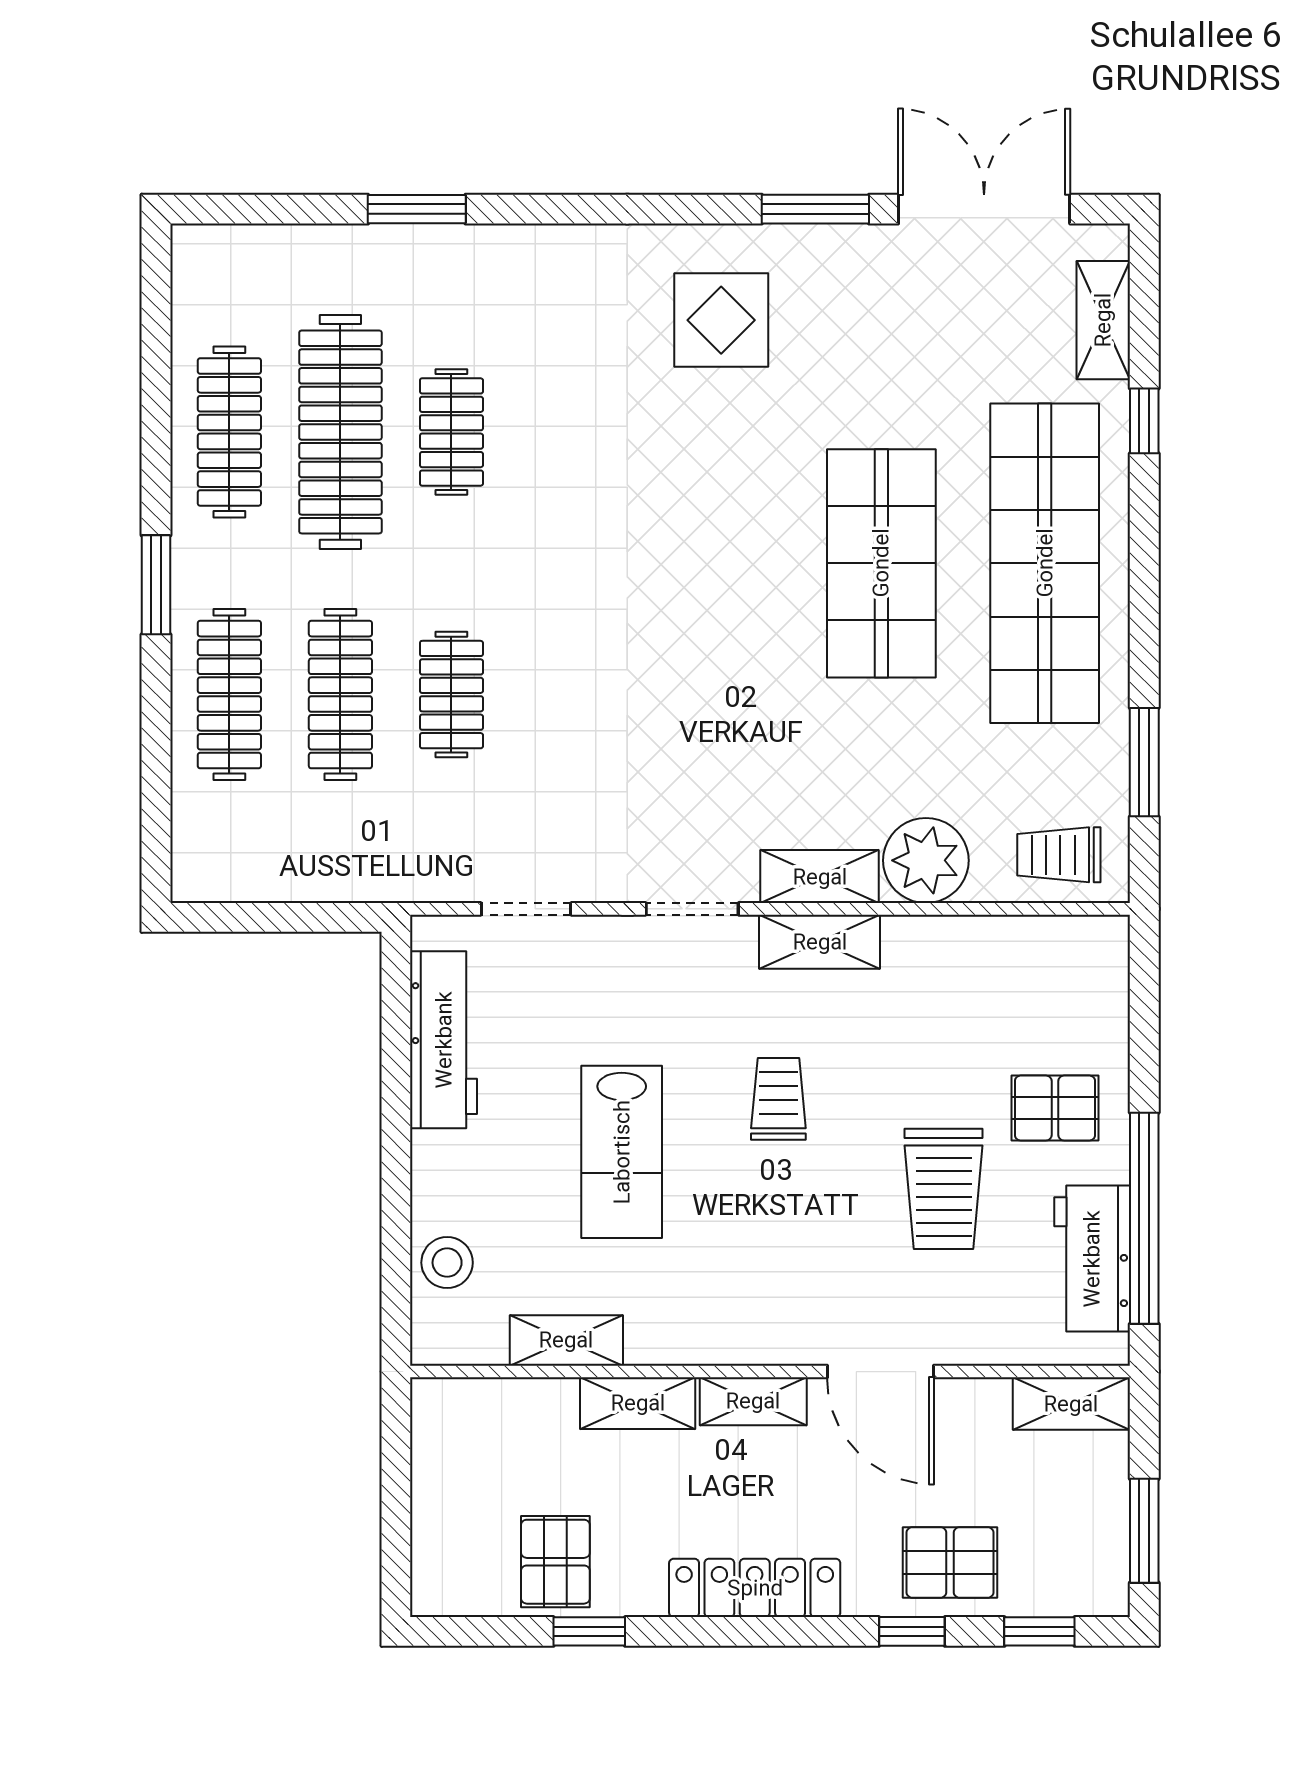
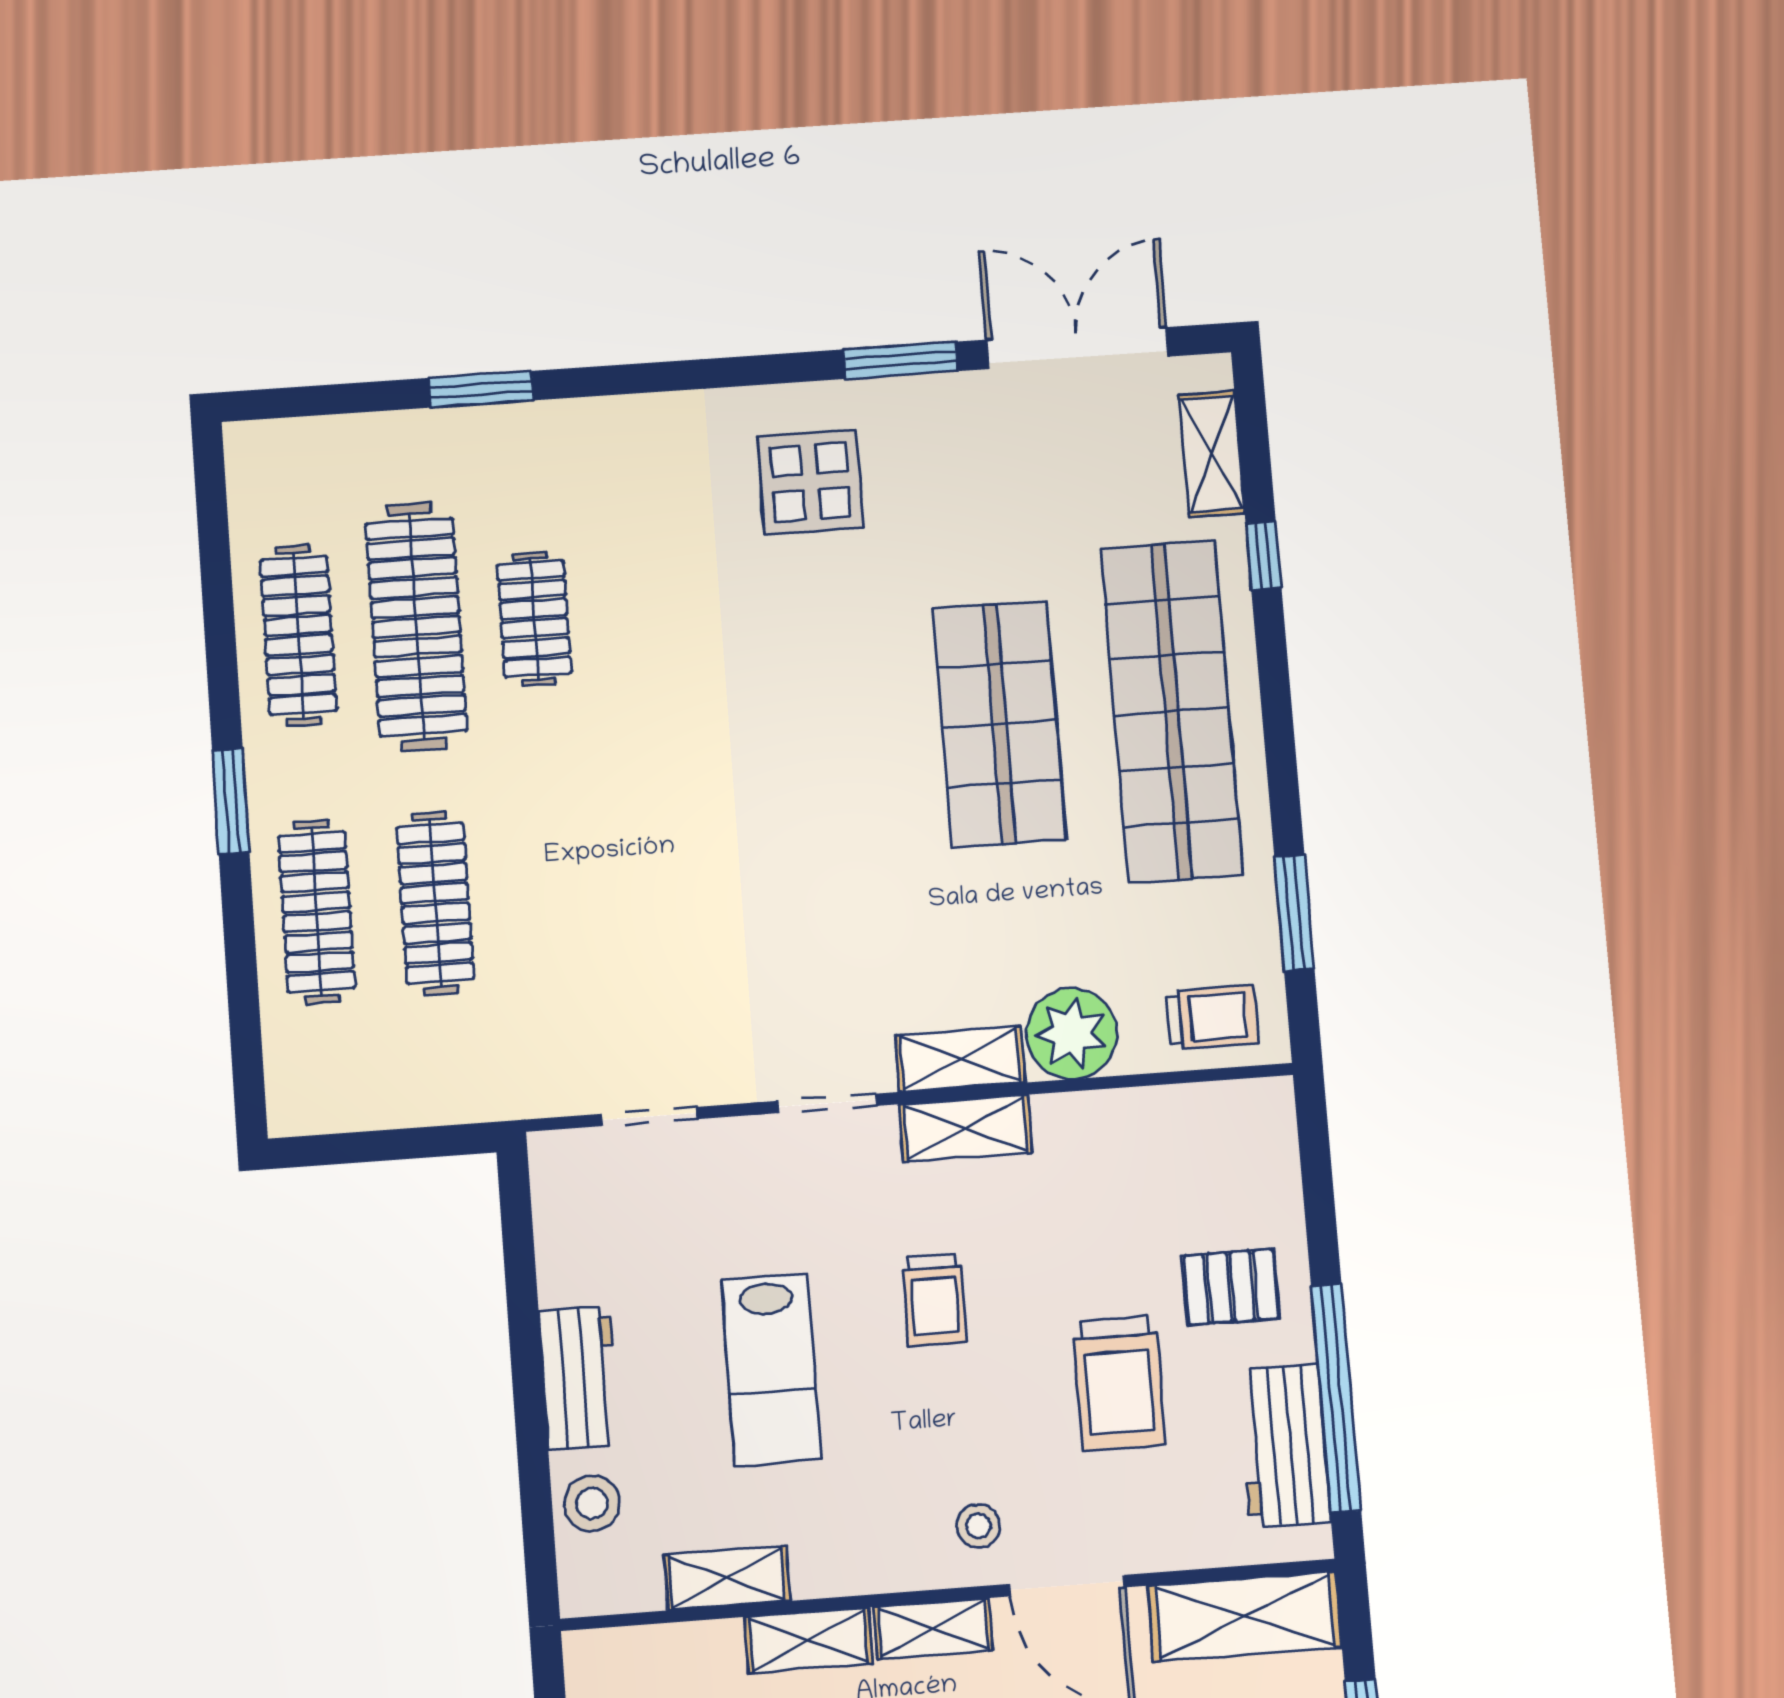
clothes rail: (451, 695) -> (554, 895), removed
trolley: (1059, 855) -> (1212, 1017), turned 180
workbench: (444, 1040) -> (579, 1378), moved, width x0.73
trolley: (778, 1099) -> (935, 1300), turned 180
stool: (803, 1310) -> (978, 1526), added
shelving: (1071, 1404) -> (1245, 1616), width x1.50, depth x1.33

